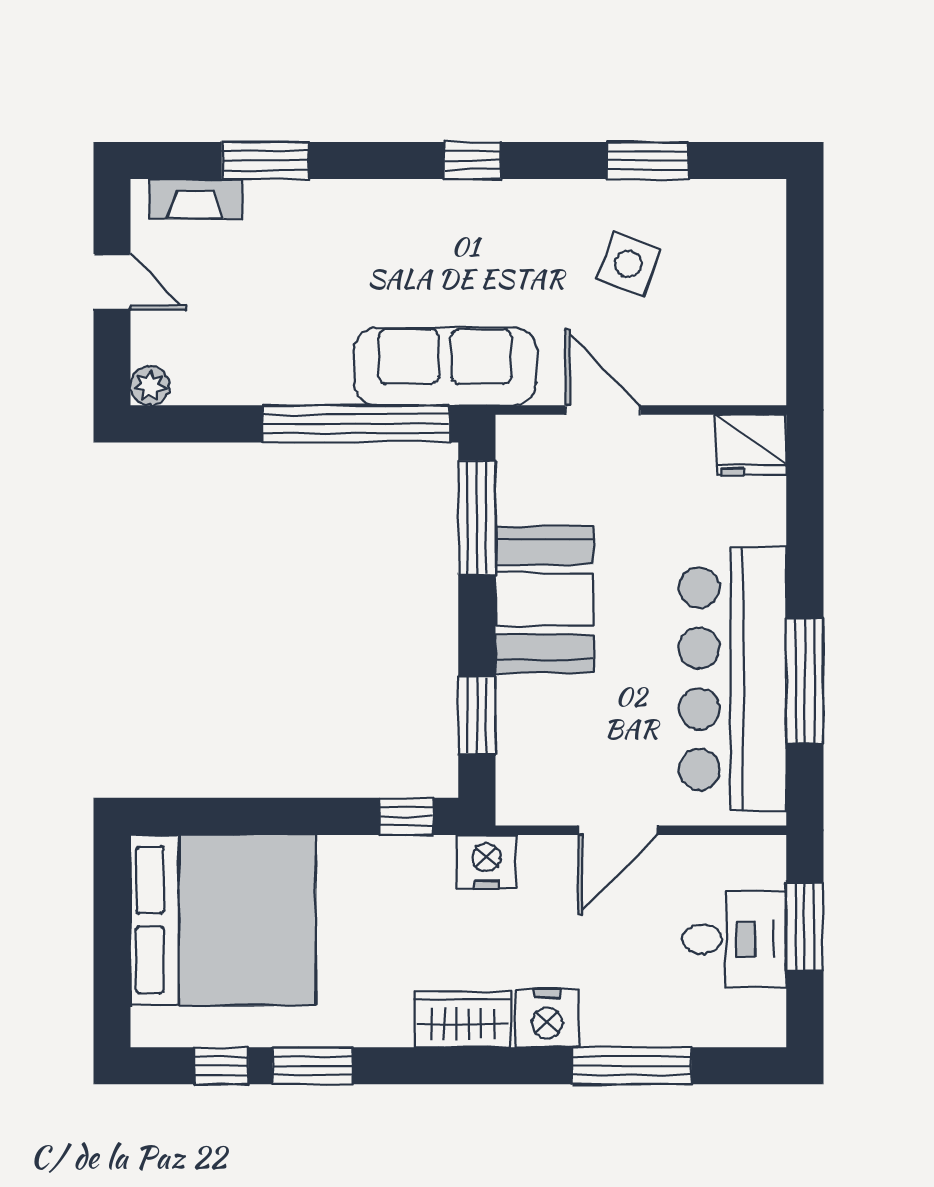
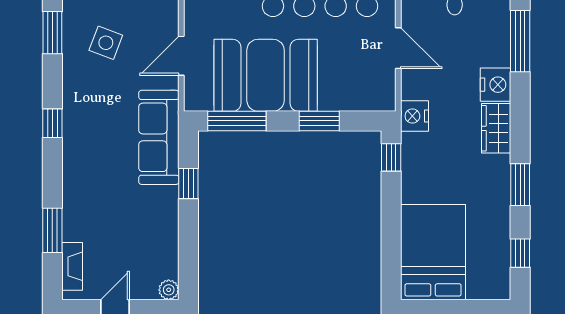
window: (356, 424) -> (188, 183), width x0.32
booth: (544, 600) -> (266, 75), width x1.36, depth x1.42
window: (477, 715) -> (319, 121), moved
bed: (223, 920) -> (433, 252), width x0.73
window: (312, 1066) -> (520, 185), moved

